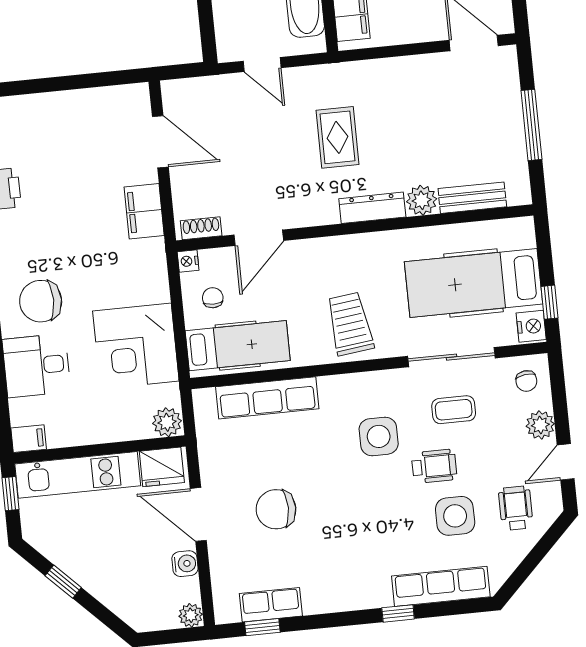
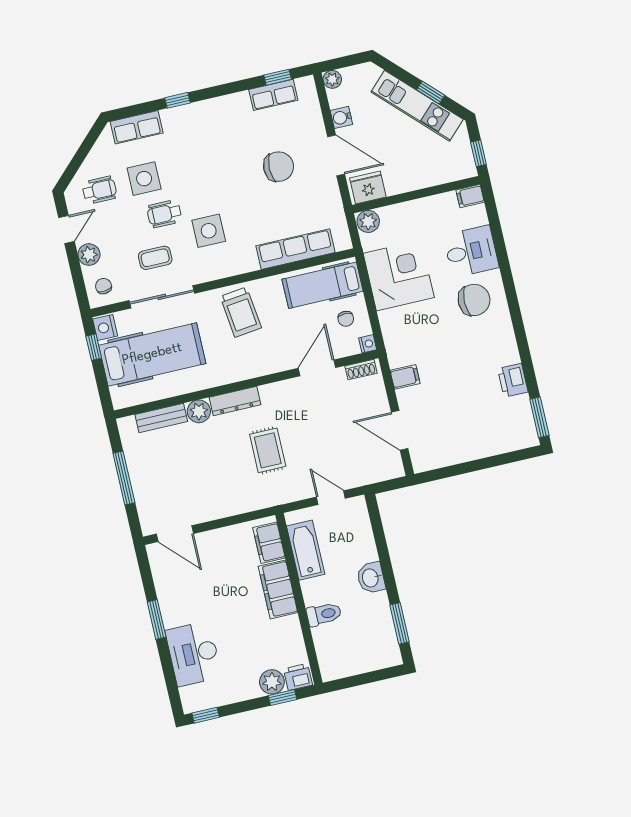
filing cabinet: (144, 211) -> (405, 377), width x0.50
kitchen unit: (78, 475) -> (417, 106), moved, turned -135
wheelchair: (516, 508) -> (99, 190), turned -90
row of seats: (441, 586) -> (137, 127), width x0.68

